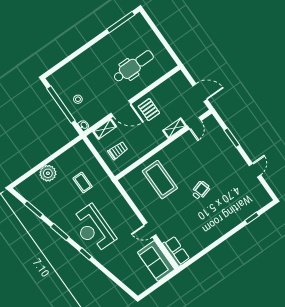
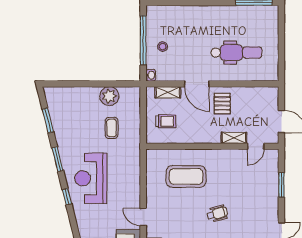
plant: (48, 173) -> (109, 96), moved
coffee table: (160, 180) -> (186, 176), turned 90

